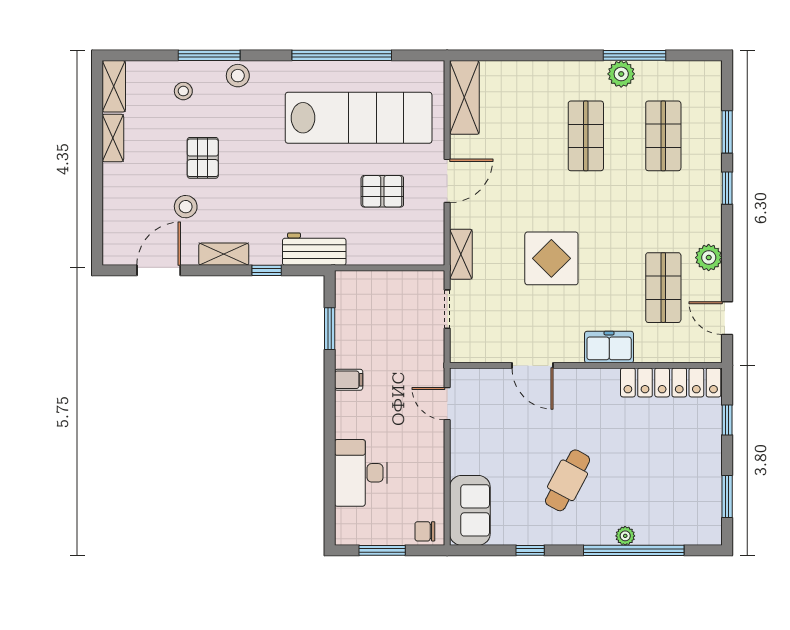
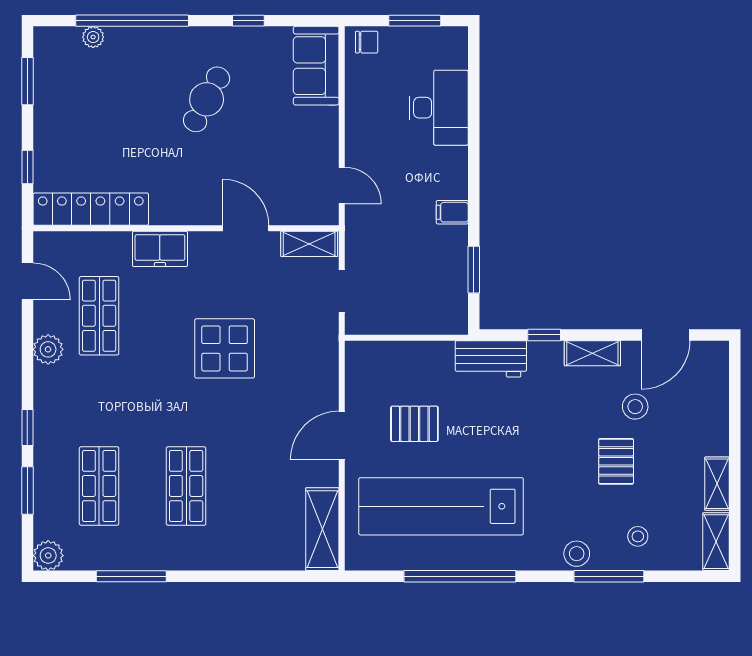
plant: (621, 74) -> (48, 556), moved
shelving: (461, 254) -> (309, 244), moved, turned 90
plant: (625, 536) -> (93, 37), moved

